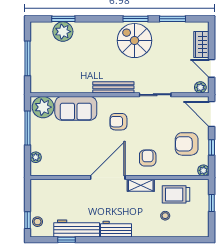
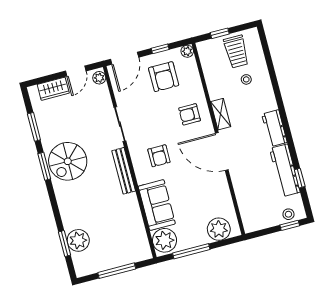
plant: (36, 157) -> (219, 229), width x1.87, depth x1.87
trolley: (176, 194) -> (236, 52), moved

